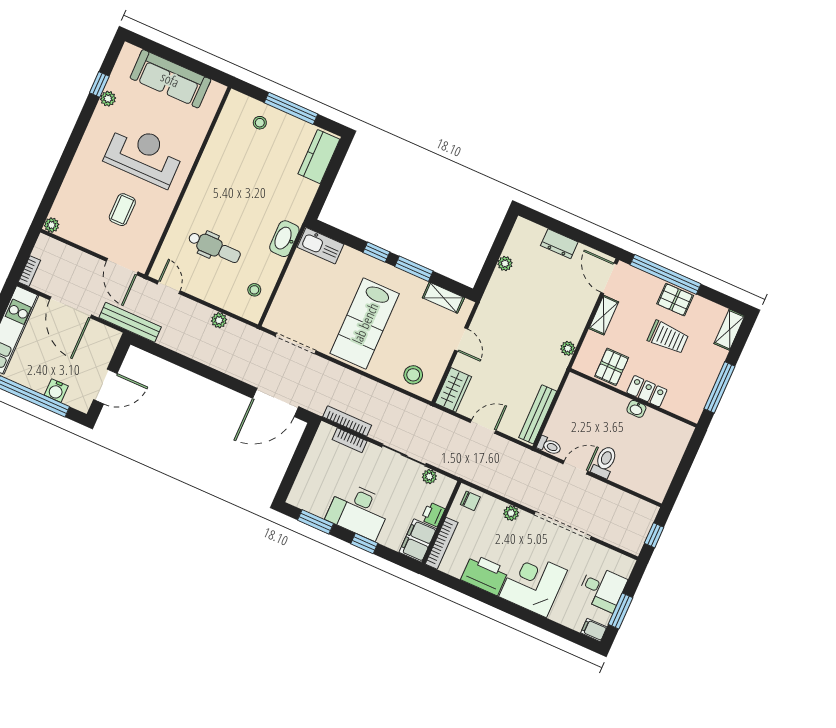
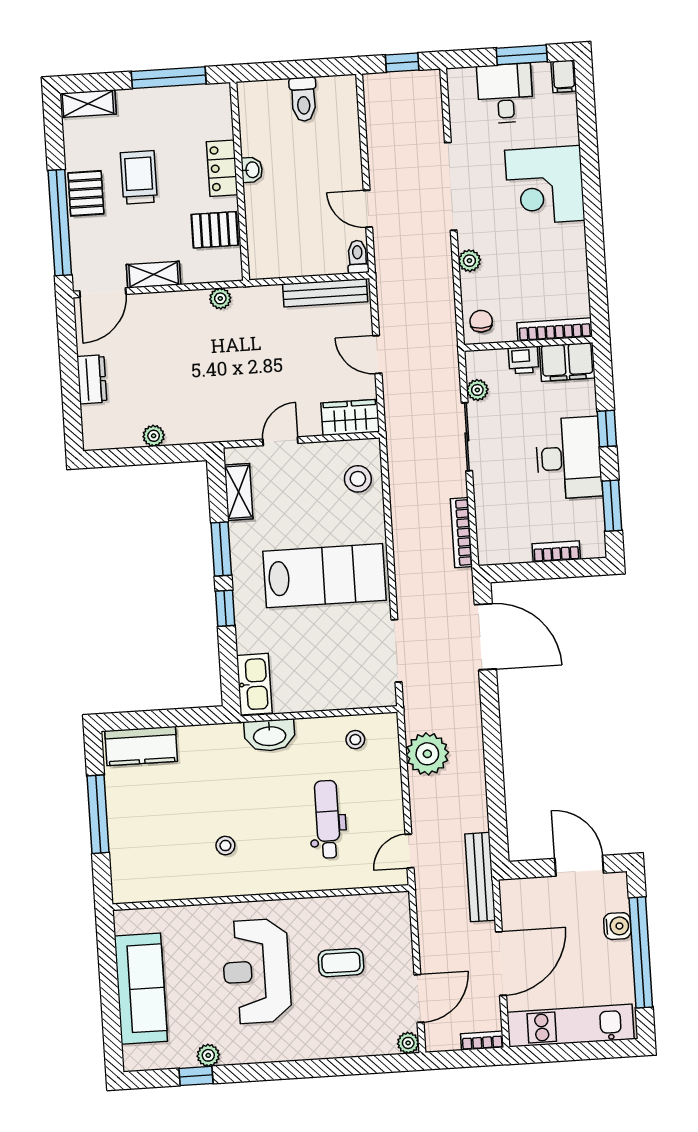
stool: (260, 123) -> (225, 846), moved
door: (122, 267) -> (419, 998), moved
plant: (219, 320) -> (427, 754), width x1.87, depth x1.87
bookcase: (350, 440) -> (556, 552), moved, turned -90
toilet: (605, 462) -> (303, 99), moved, turned -90
printer: (485, 575) -> (566, 253), removed

